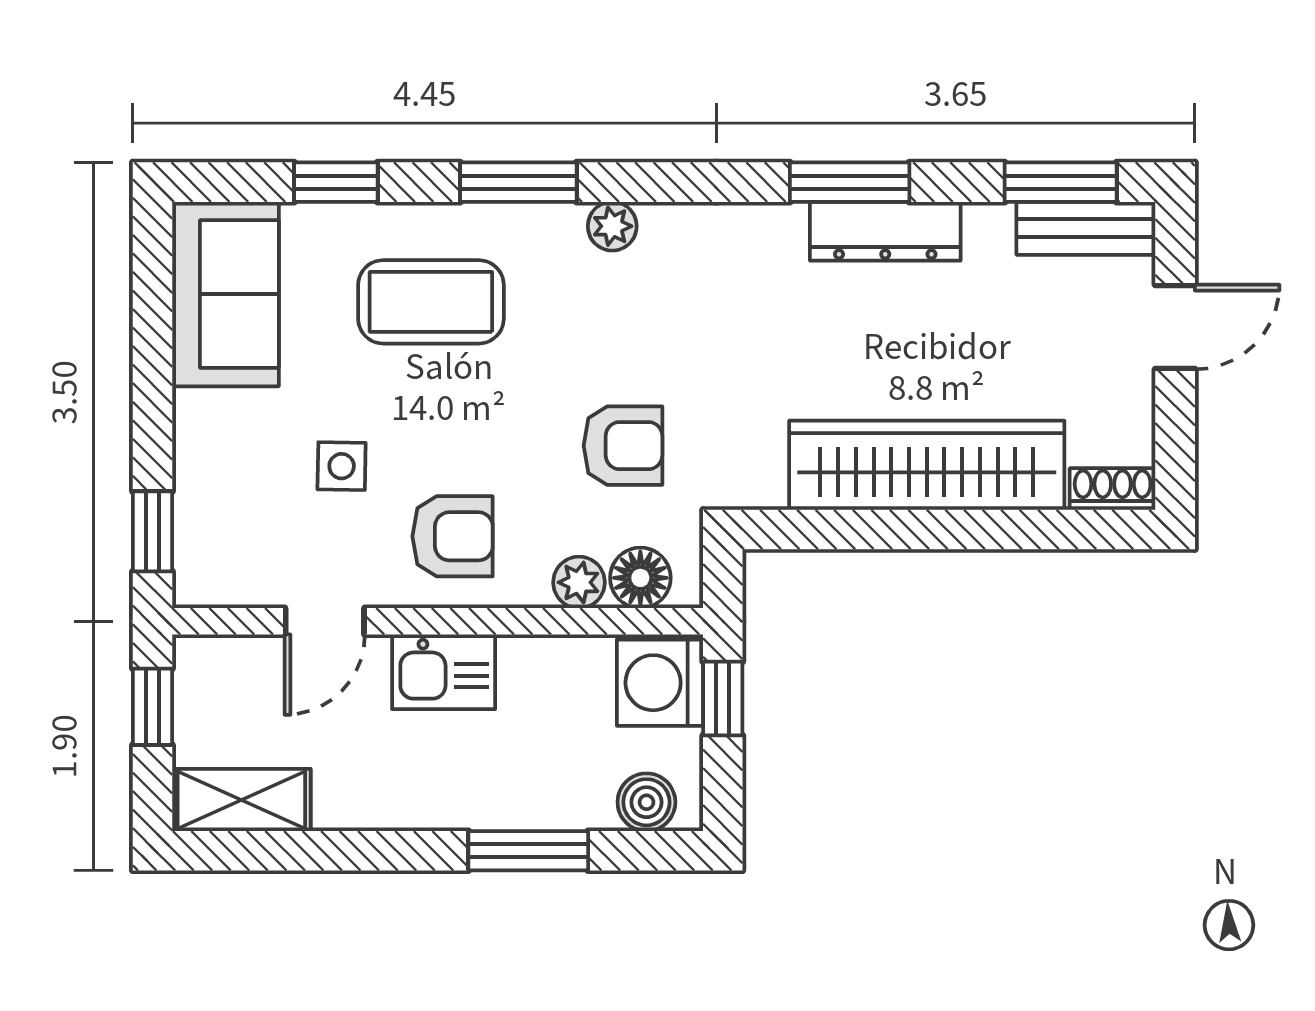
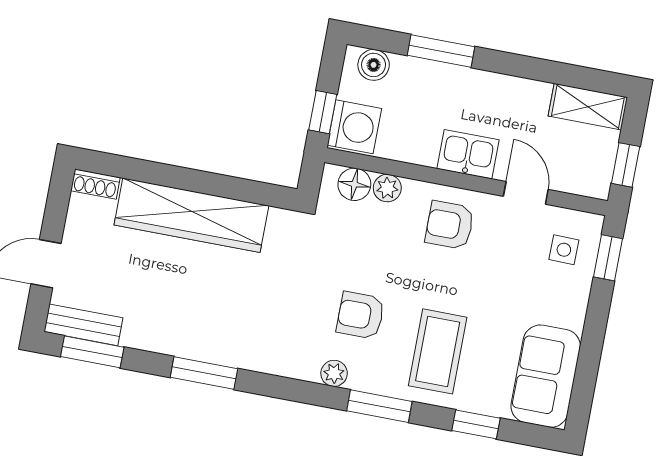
dresser: (885, 231) -> (190, 343), removed
coffee table: (431, 302) -> (438, 351), turned 90
armchair: (623, 446) -> (360, 315), moved
side table: (342, 466) -> (564, 250), moved
door: (325, 621) -> (526, 193), hinge flipped

